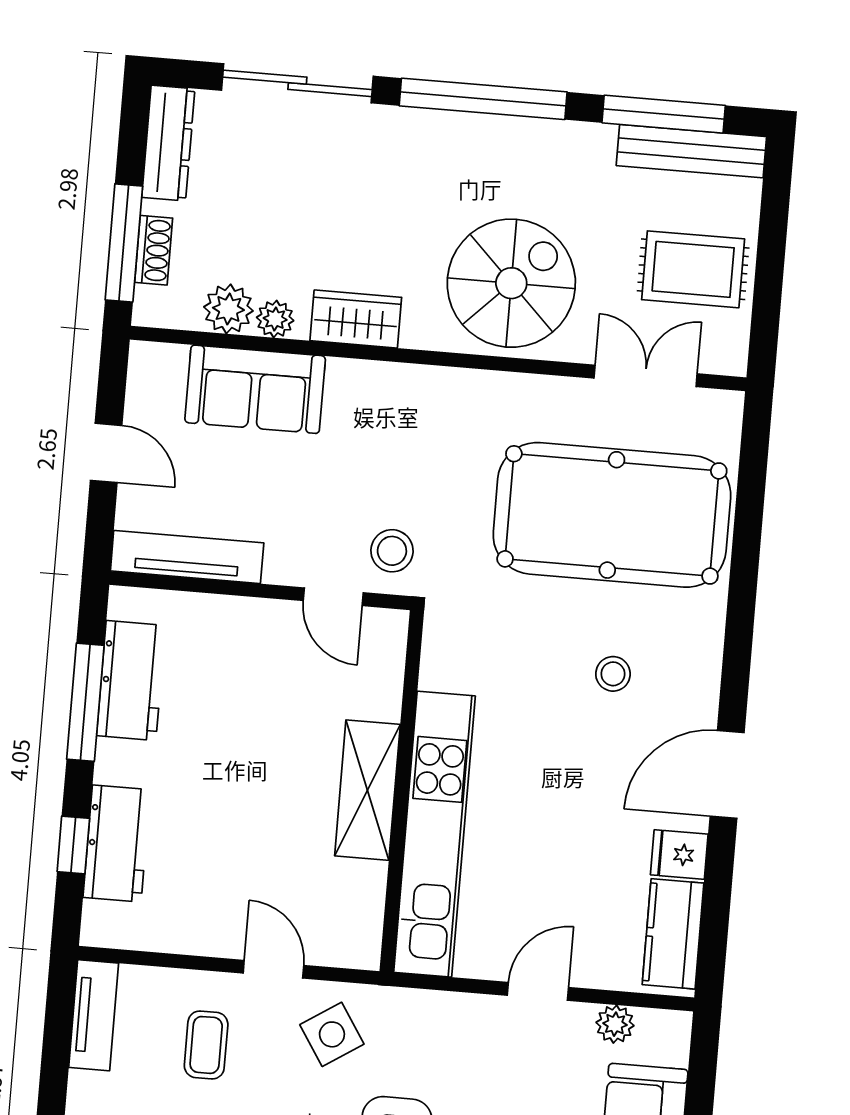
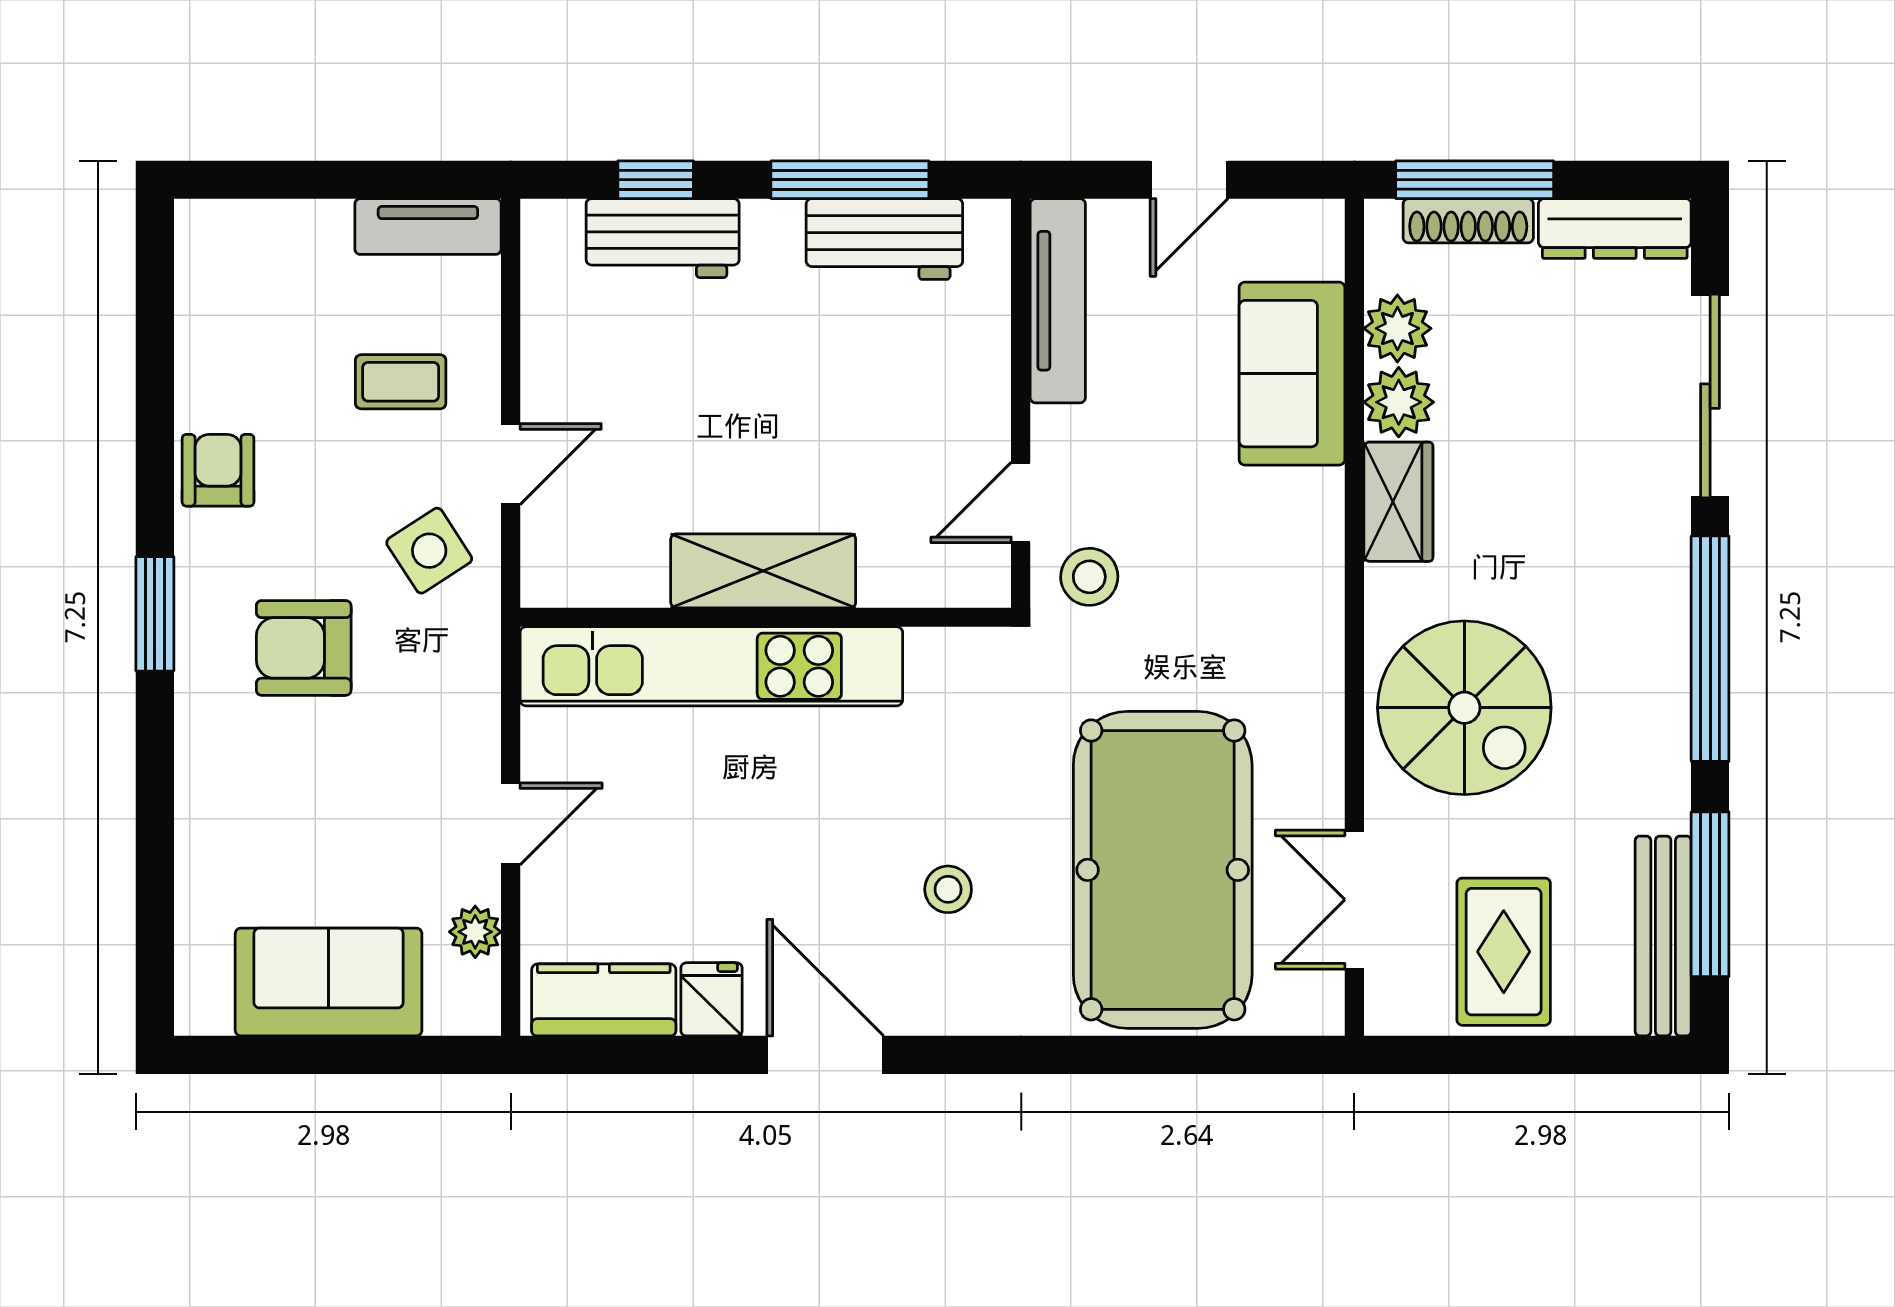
shoe rack: (154, 250) -> (1468, 221), width x1.43
plant: (275, 319) -> (1399, 402), width x1.38, depth x1.38
double door: (646, 376) -> (1354, 900), swing flipped
door: (538, 991) -> (511, 824), hinge flipped

